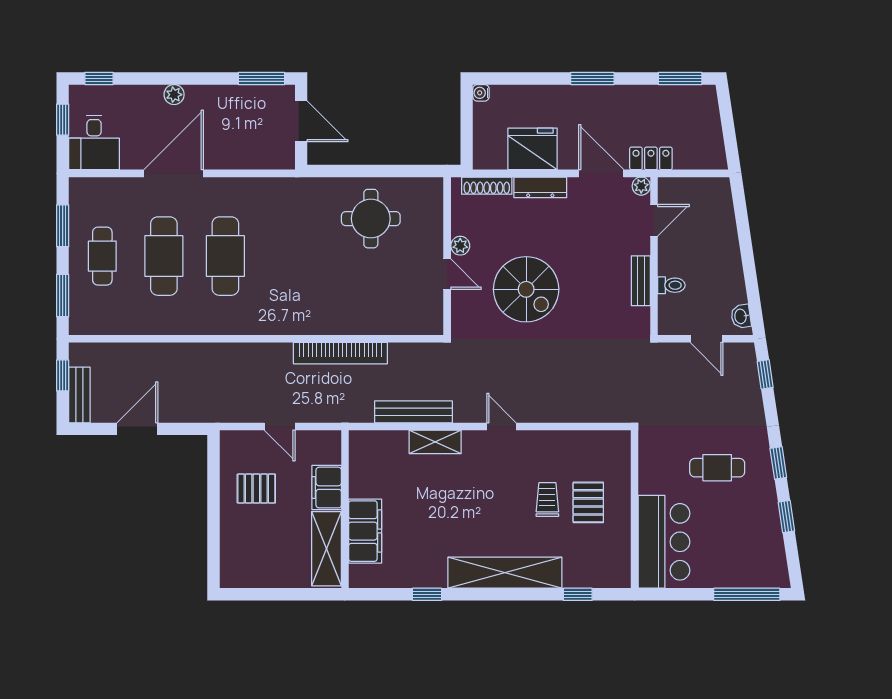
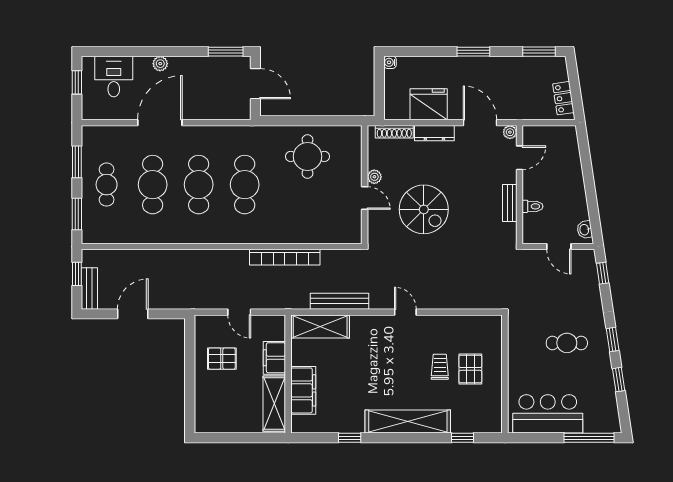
window: (99, 78) -> (104, 52), removed
desk: (94, 142) -> (114, 77), moved, turned 180
locker: (651, 158) -> (563, 98), moved, turned -98
cafe table: (287, 256) -> (245, 185), added
shelving: (435, 442) -> (320, 326), moved, width x1.50, depth x1.33
bar counter: (664, 542) -> (548, 414), moved, turned -90

